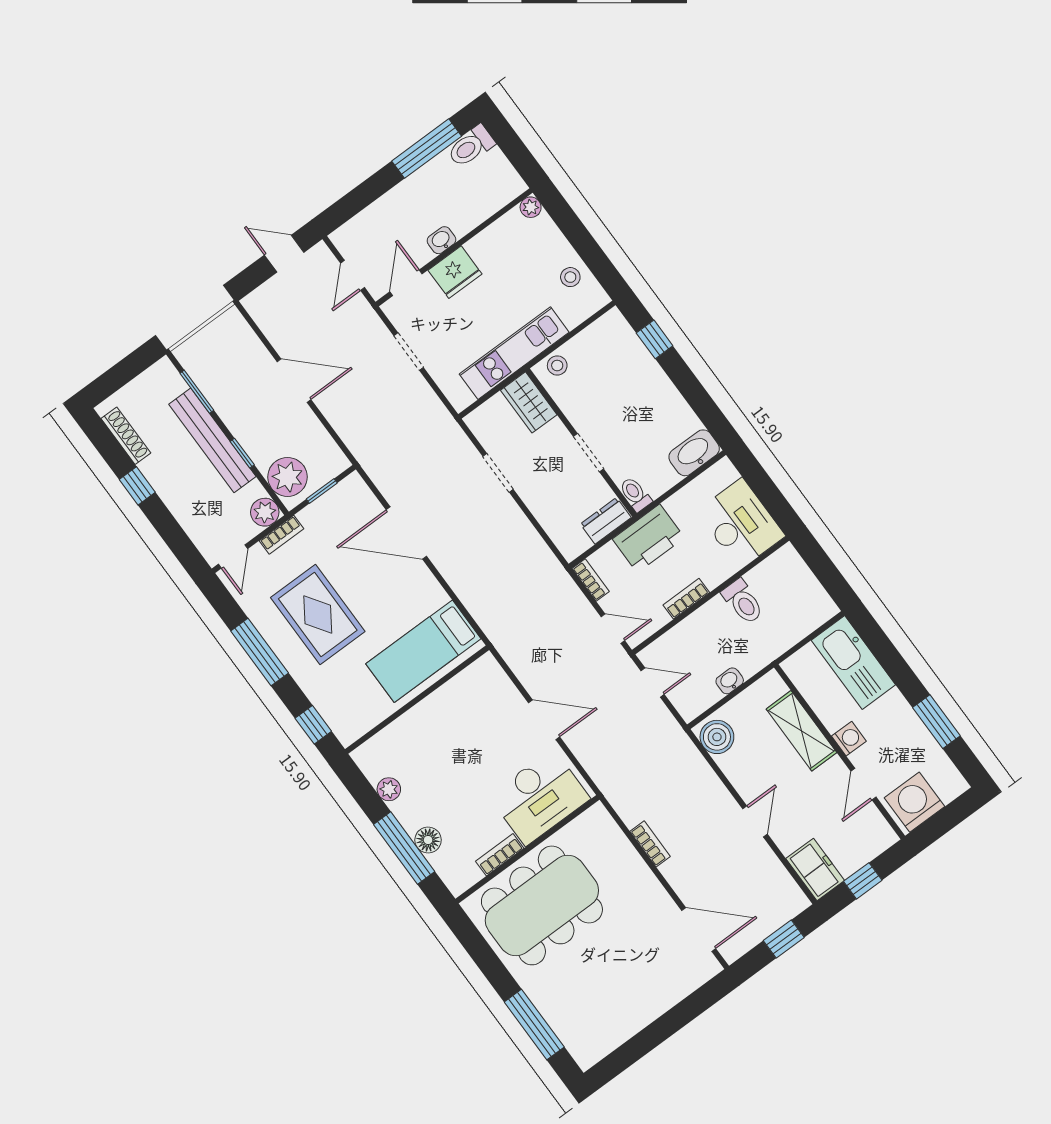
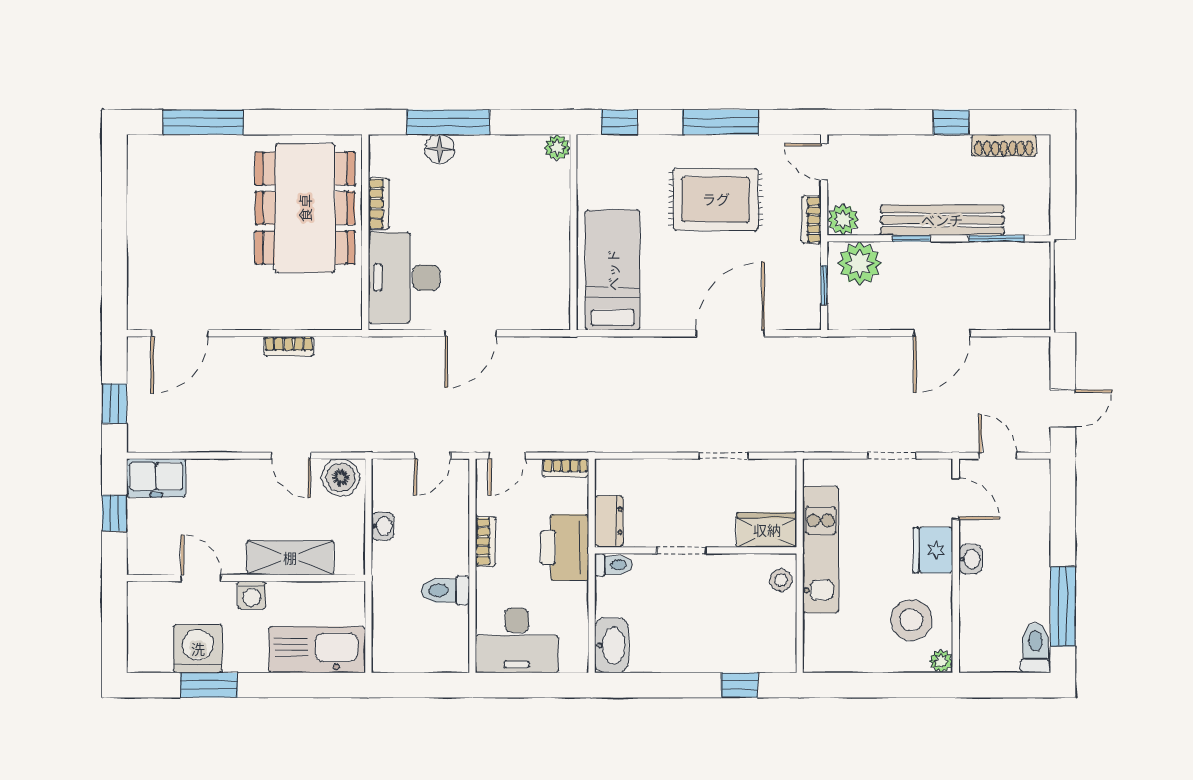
stool: (570, 277) -> (911, 620), moved, width x1.89, depth x1.89
plant: (389, 789) -> (557, 147), moved
washing machine: (914, 802) -> (198, 649), moved, turned -90
door: (755, 821) -> (291, 456), moved

